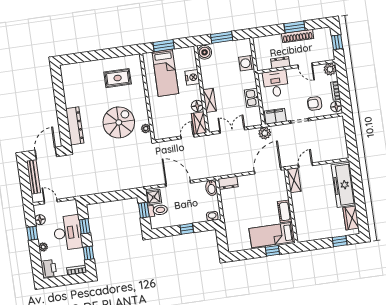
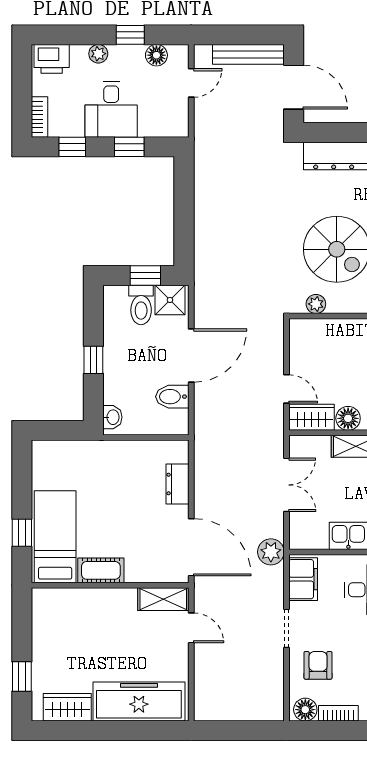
dresser: (228, 183) -> (177, 484), moved
bidet: (211, 188) -> (172, 397), moved
desk: (68, 233) -> (111, 109), width x0.73

